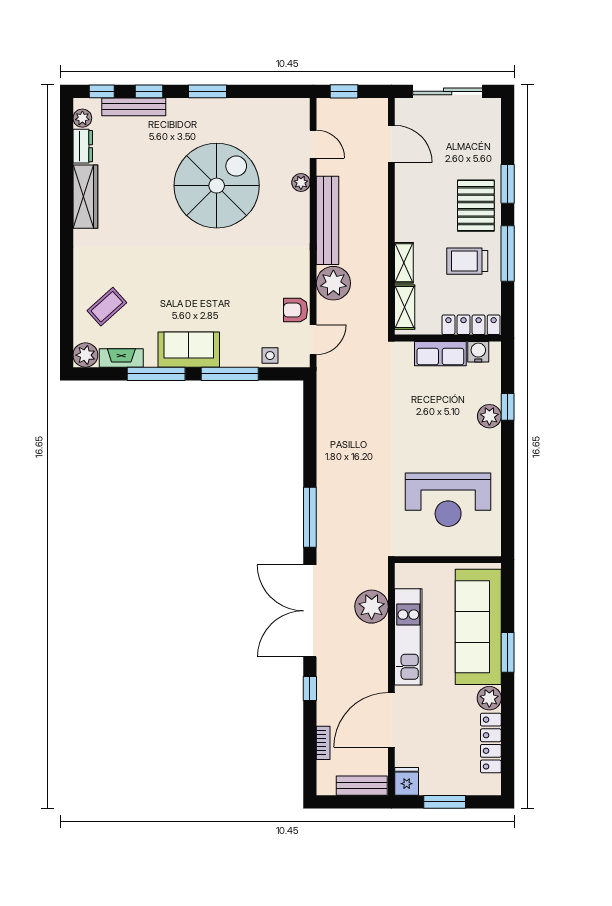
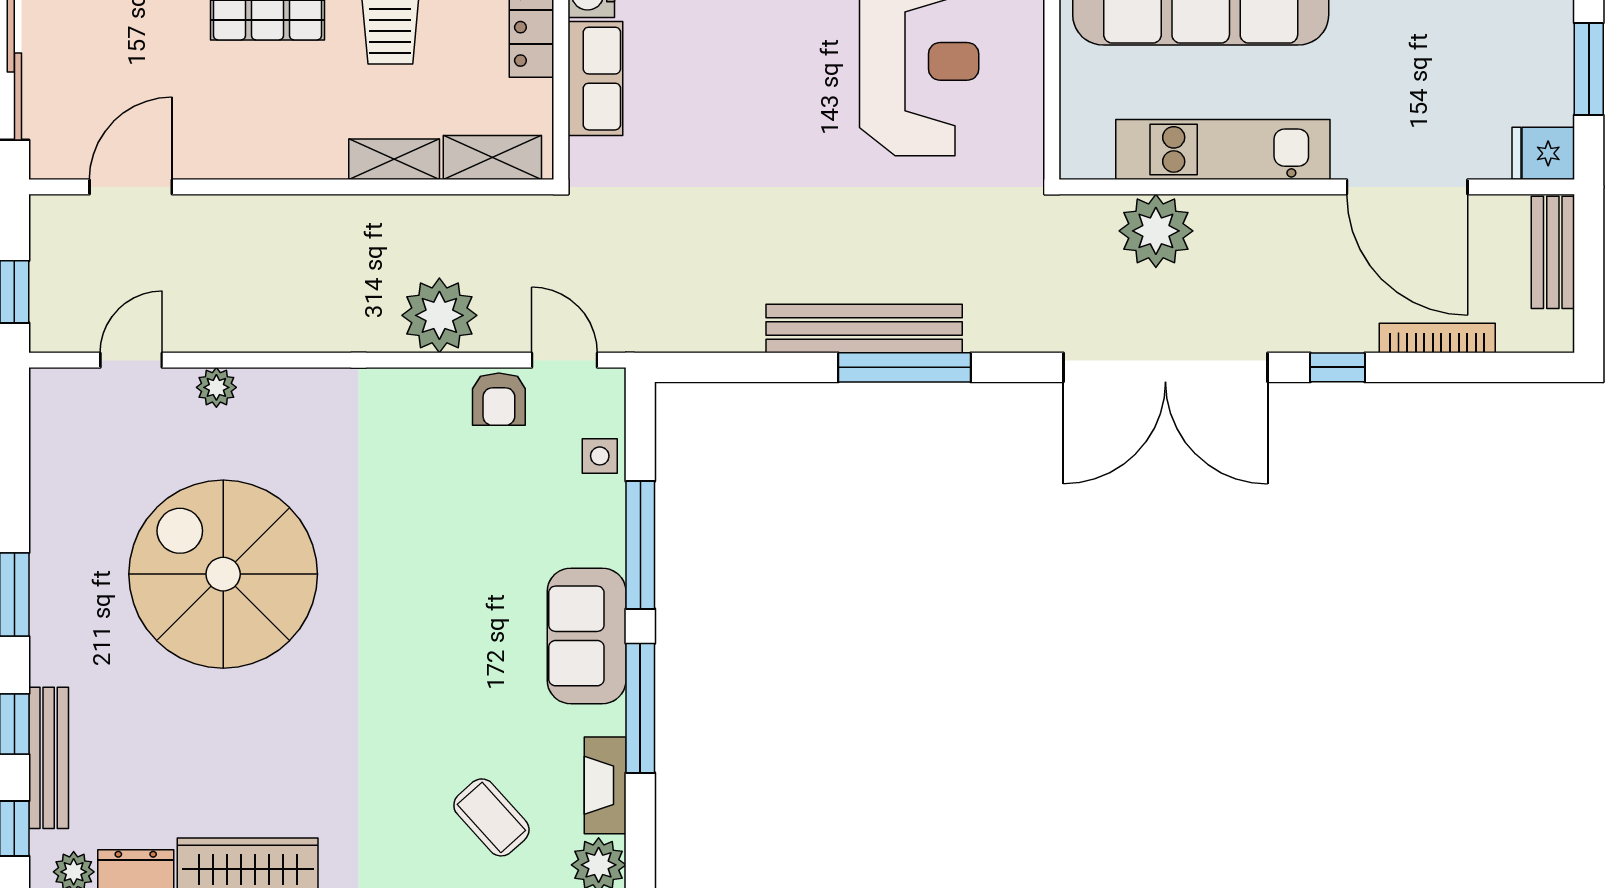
bench: (327, 220) -> (864, 329), moved
window: (310, 517) -> (905, 367), moved
bookcase: (323, 743) -> (1437, 338), width x1.56

